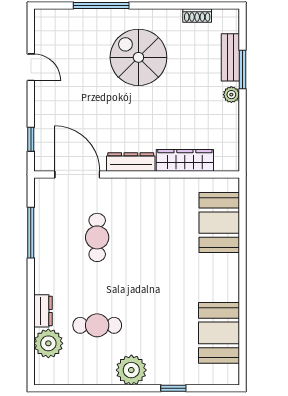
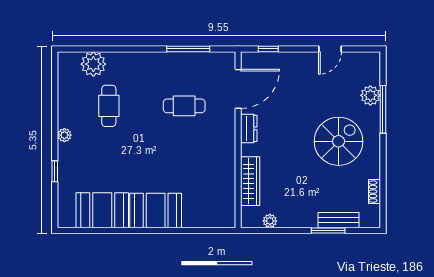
plant: (85, 20) -> (370, 95), added
plant: (231, 95) -> (270, 221), moved
dresser: (131, 162) -> (249, 128), width x0.70
booth: (219, 223) -> (156, 211), moved
dresser: (43, 311) -> (121, 59), removed
plant: (131, 370) -> (64, 135), width x0.53, depth x0.53

